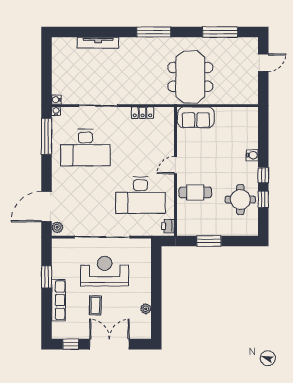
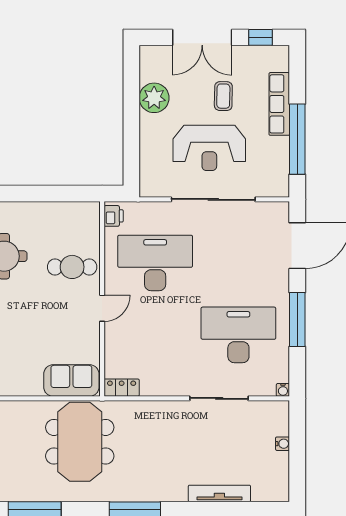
water cooler: (56, 100) -> (283, 444), moved
locker: (142, 113) -> (122, 388), moved
window: (47, 136) -> (297, 319), moved
plant: (57, 227) -> (281, 214), removed
window: (209, 241) -> (52, 194), removed
window: (47, 277) -> (297, 139), width x2.11
plant: (146, 309) -> (154, 98), width x1.88, depth x1.88

